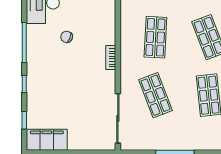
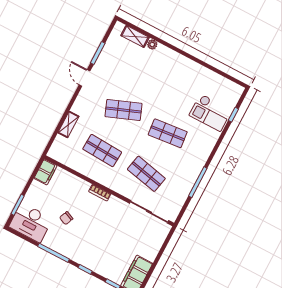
shop shelf: (155, 95) -> (146, 174), turned 33

